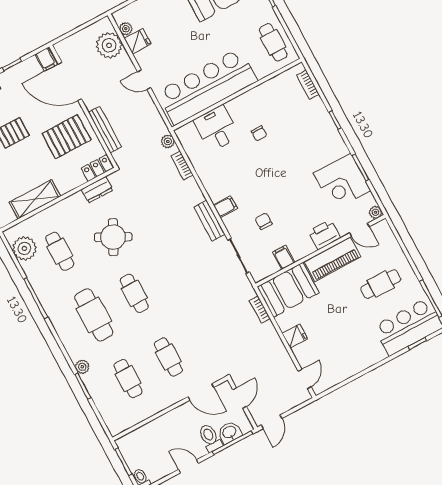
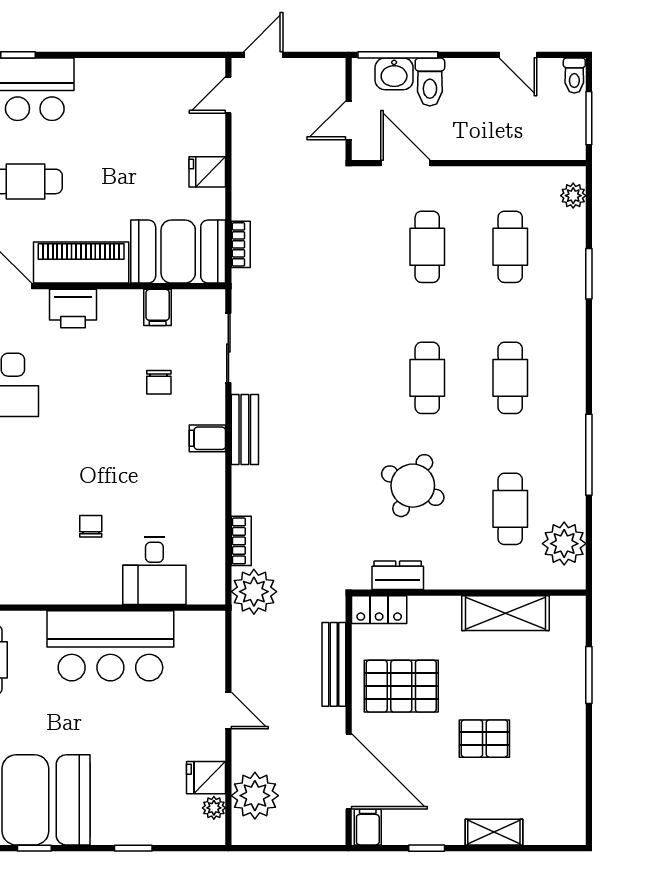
bar counter: (207, 86) -> (110, 646), width x0.73
plant: (168, 141) -> (254, 592), width x1.87, depth x1.87
cafe table: (94, 315) -> (510, 378), width x0.73, depth x0.74
plant: (82, 367) -> (573, 196), moved
door: (272, 422) -> (263, 55), moved
door: (188, 466) -> (518, 55), moved

